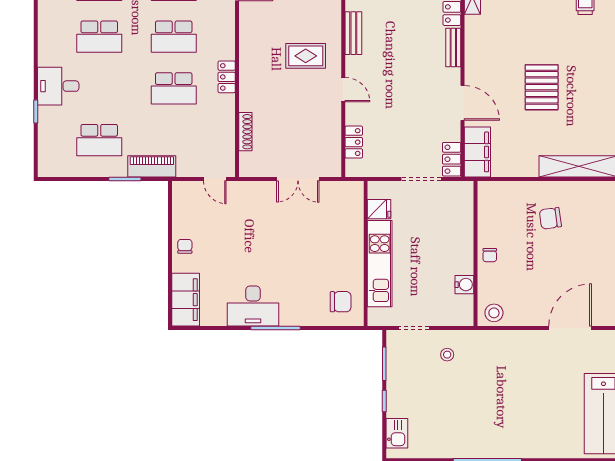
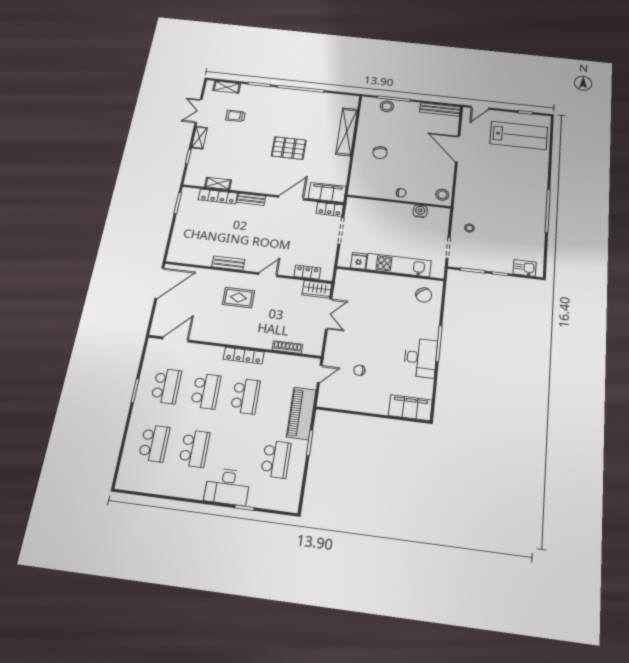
rug: (306, 56) -> (239, 298), turned 90
locker: (227, 77) -> (244, 356), width x1.53
desk: (58, 86) -> (227, 487), width x1.37
wardrobe: (331, 158) -> (317, 289), added
piano: (152, 166) -> (301, 413), width x1.37, depth x1.33
chair: (185, 246) -> (359, 370), moved
chair: (341, 302) -> (424, 295), turned 143

